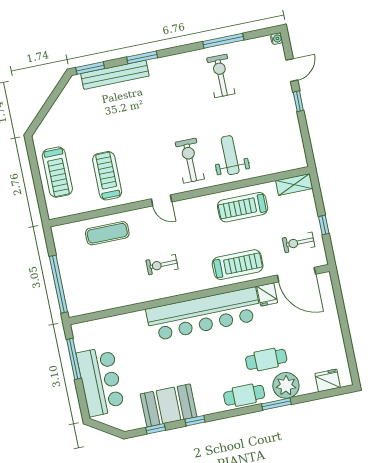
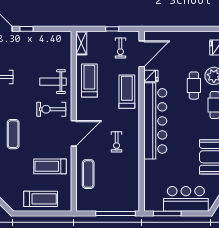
exercise mat: (143, 113) -> (13, 134), added
door: (162, 200) -> (74, 133), width x1.88
treadmill: (243, 207) -> (89, 80), turned 180

